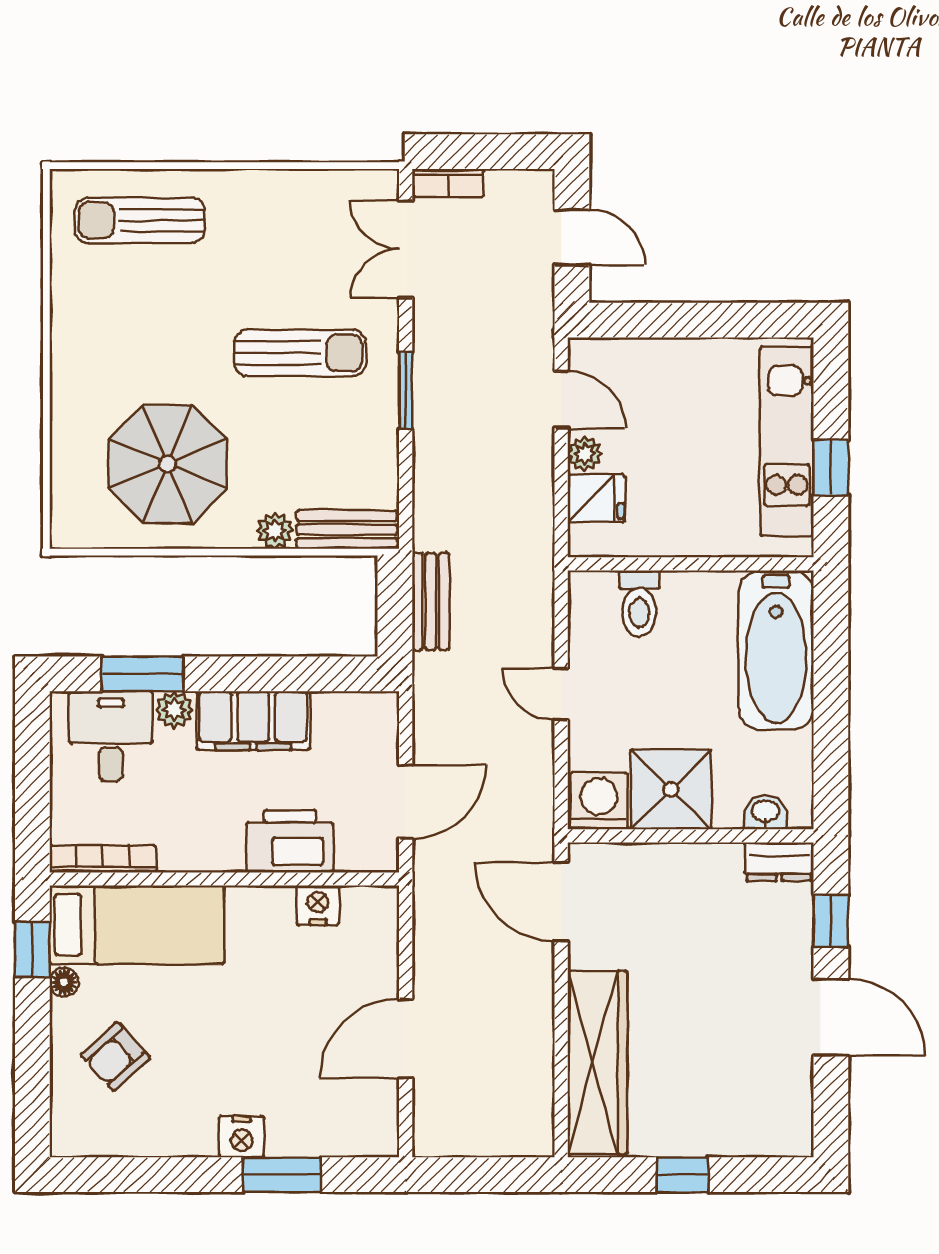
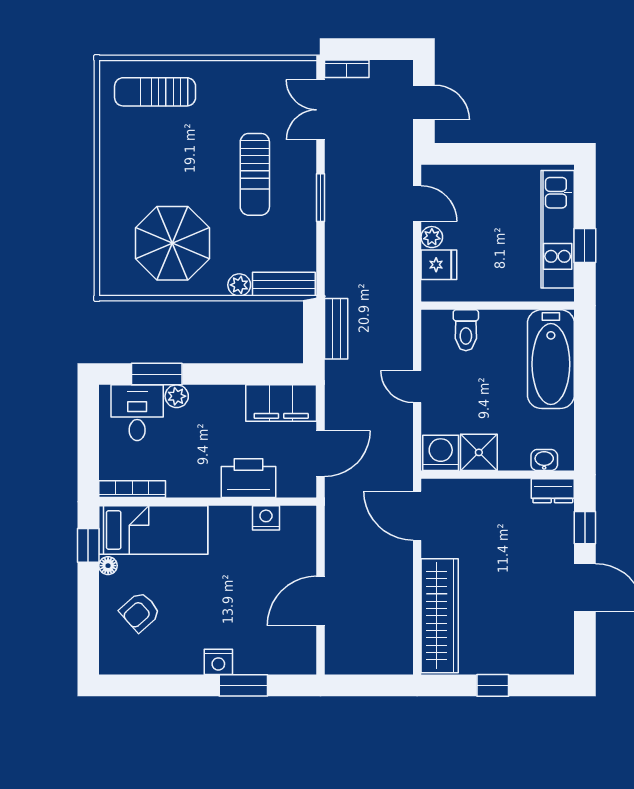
sun lounger: (300, 353) -> (255, 174), turned 90
filing cabinet: (253, 721) -> (281, 403), moved
shower: (671, 789) -> (479, 452), width x0.73, depth x0.73

